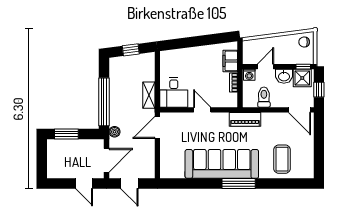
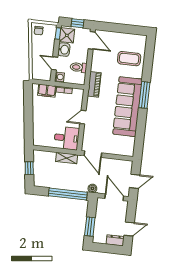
door: (300, 110) -> (92, 40), hinge flipped
dresser: (53, 168) -> (115, 240), added
door: (84, 184) -> (129, 229), moved

